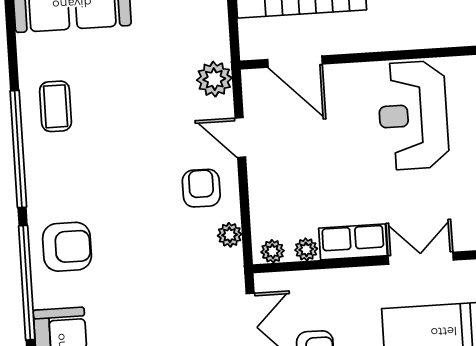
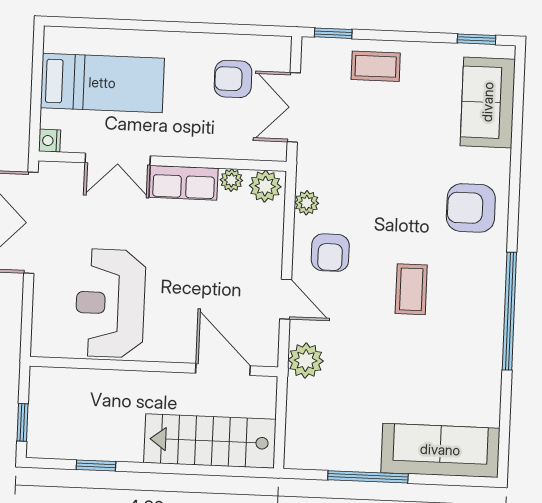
coffee table: (56, 106) -> (411, 289), moved
reception desk: (413, 115) -> (110, 303), turned 180
plant: (273, 251) -> (265, 186), width x1.38, depth x1.38
window: (27, 283) -> (515, 176), removed

